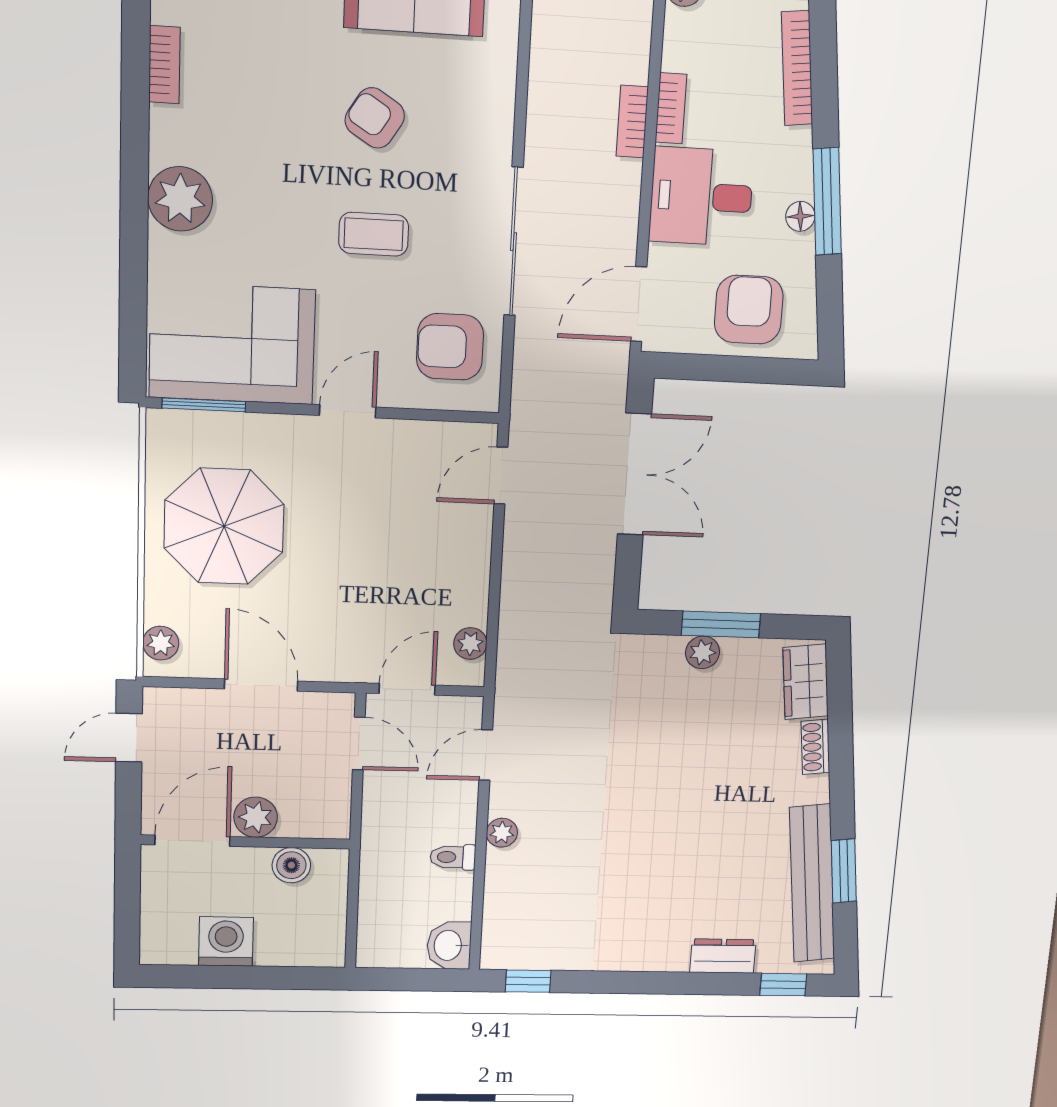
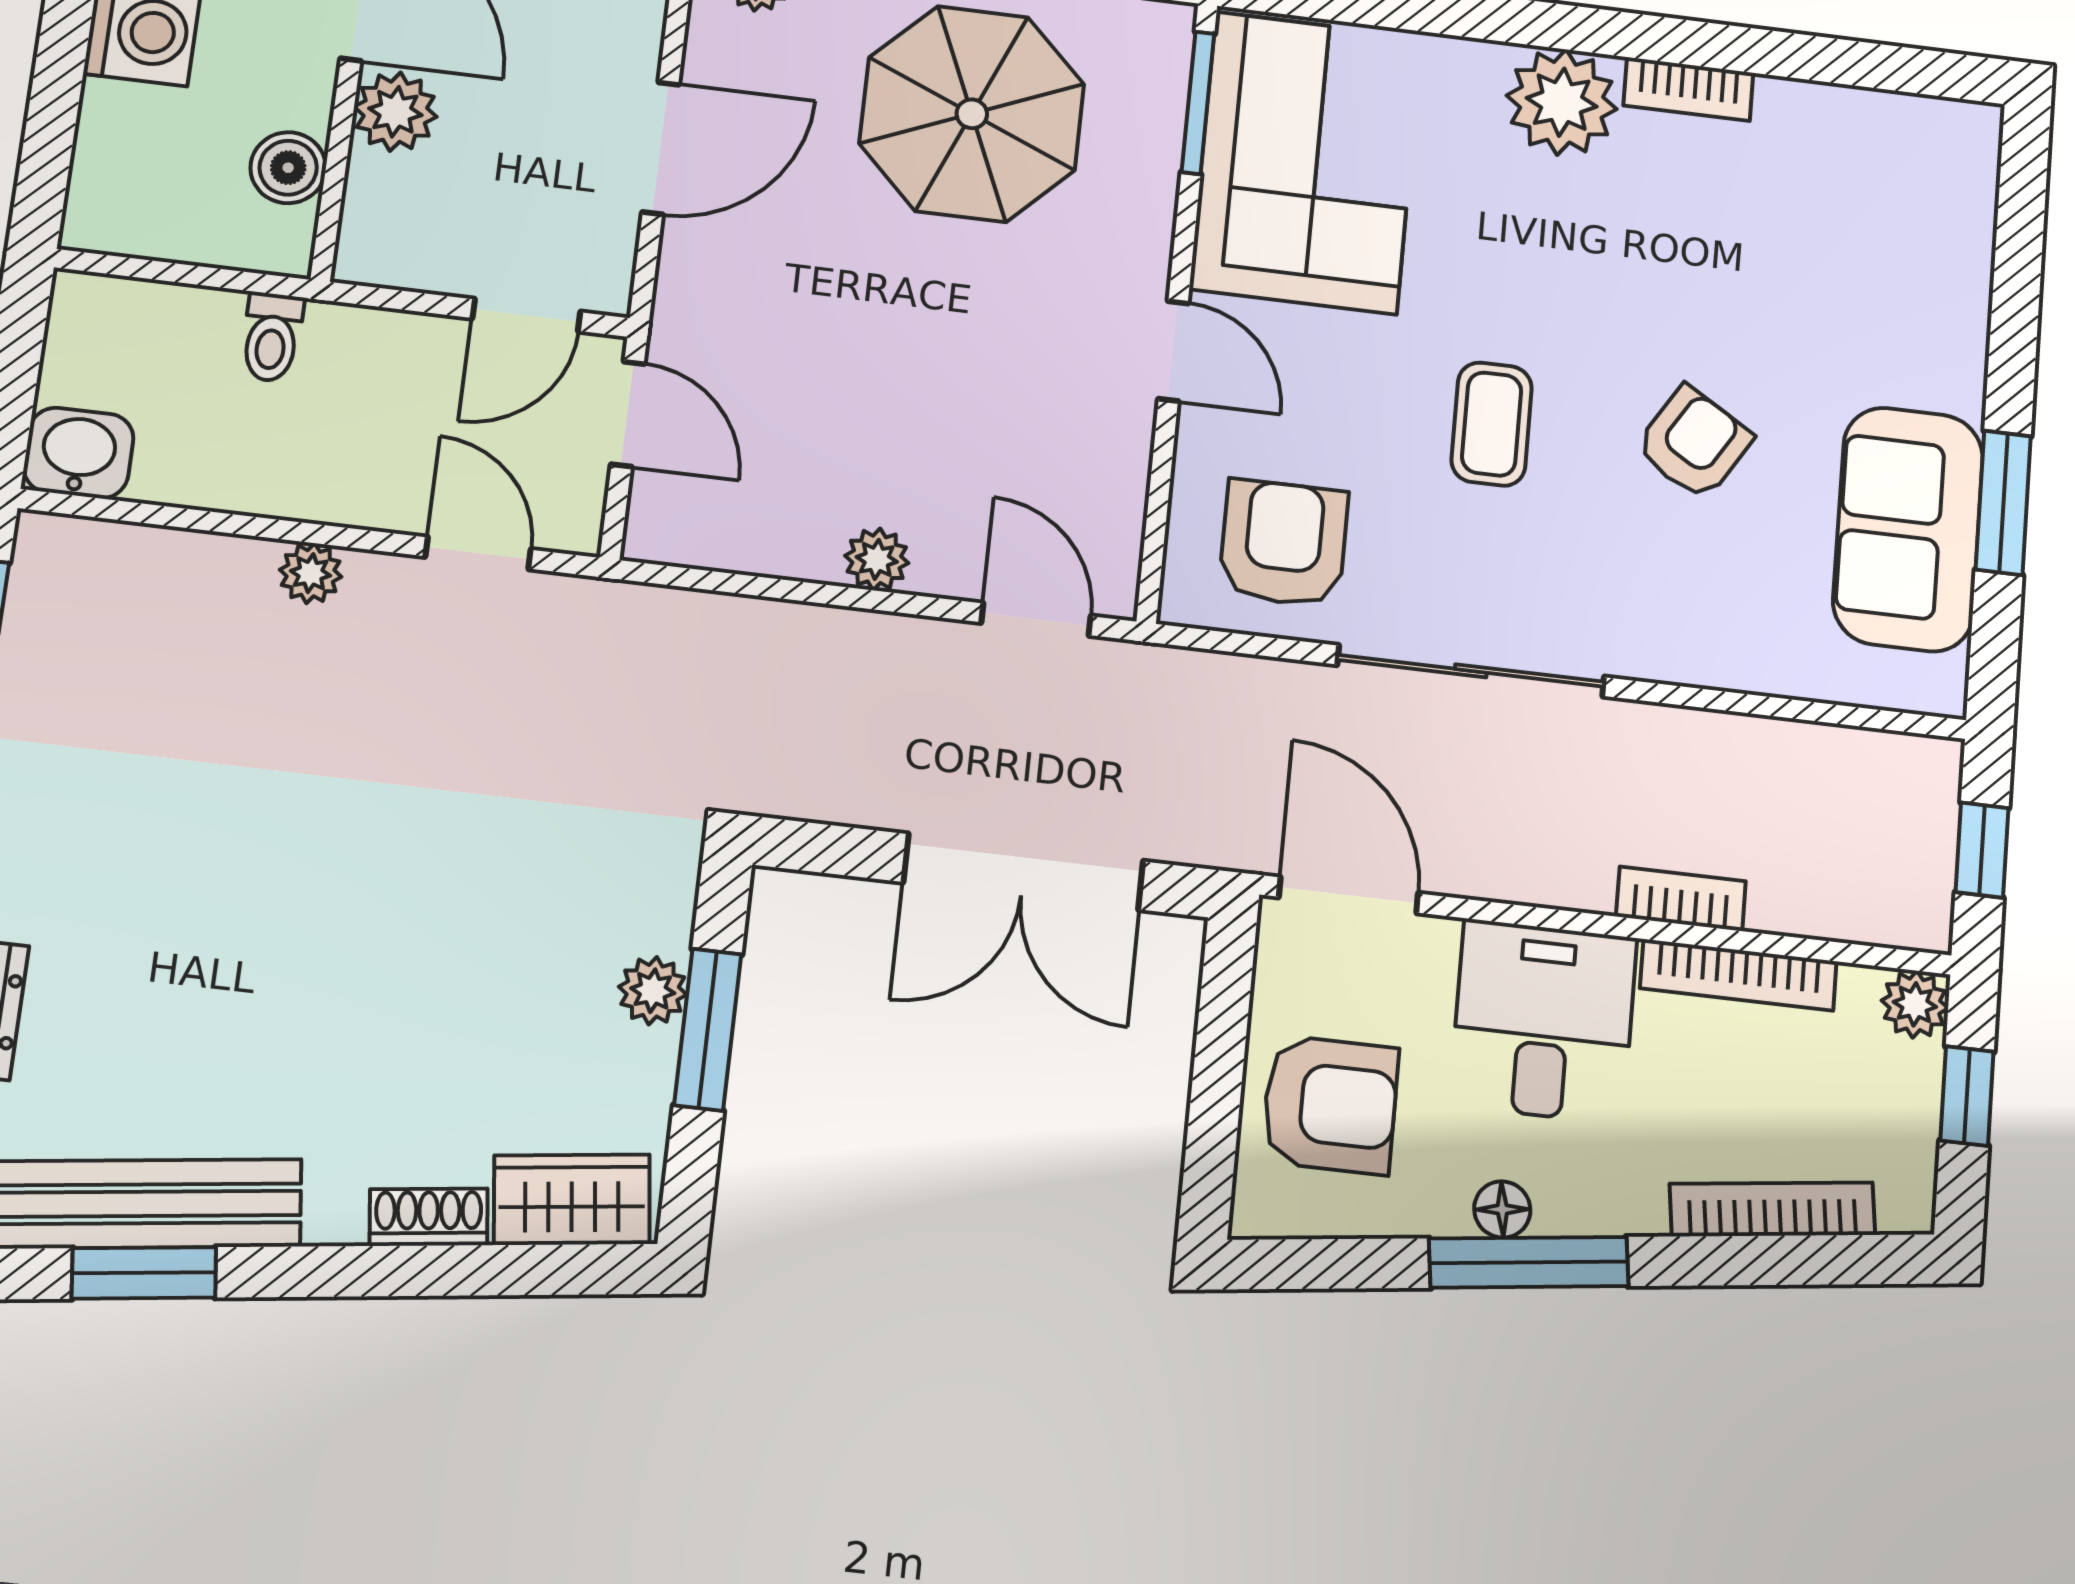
bookcase: (164, 65) -> (1688, 89), moved
bookcase: (671, 108) -> (1738, 975), width x1.56
plant: (470, 643) -> (877, 559), moved
toilet: (453, 857) -> (272, 337), moved, turned 180

